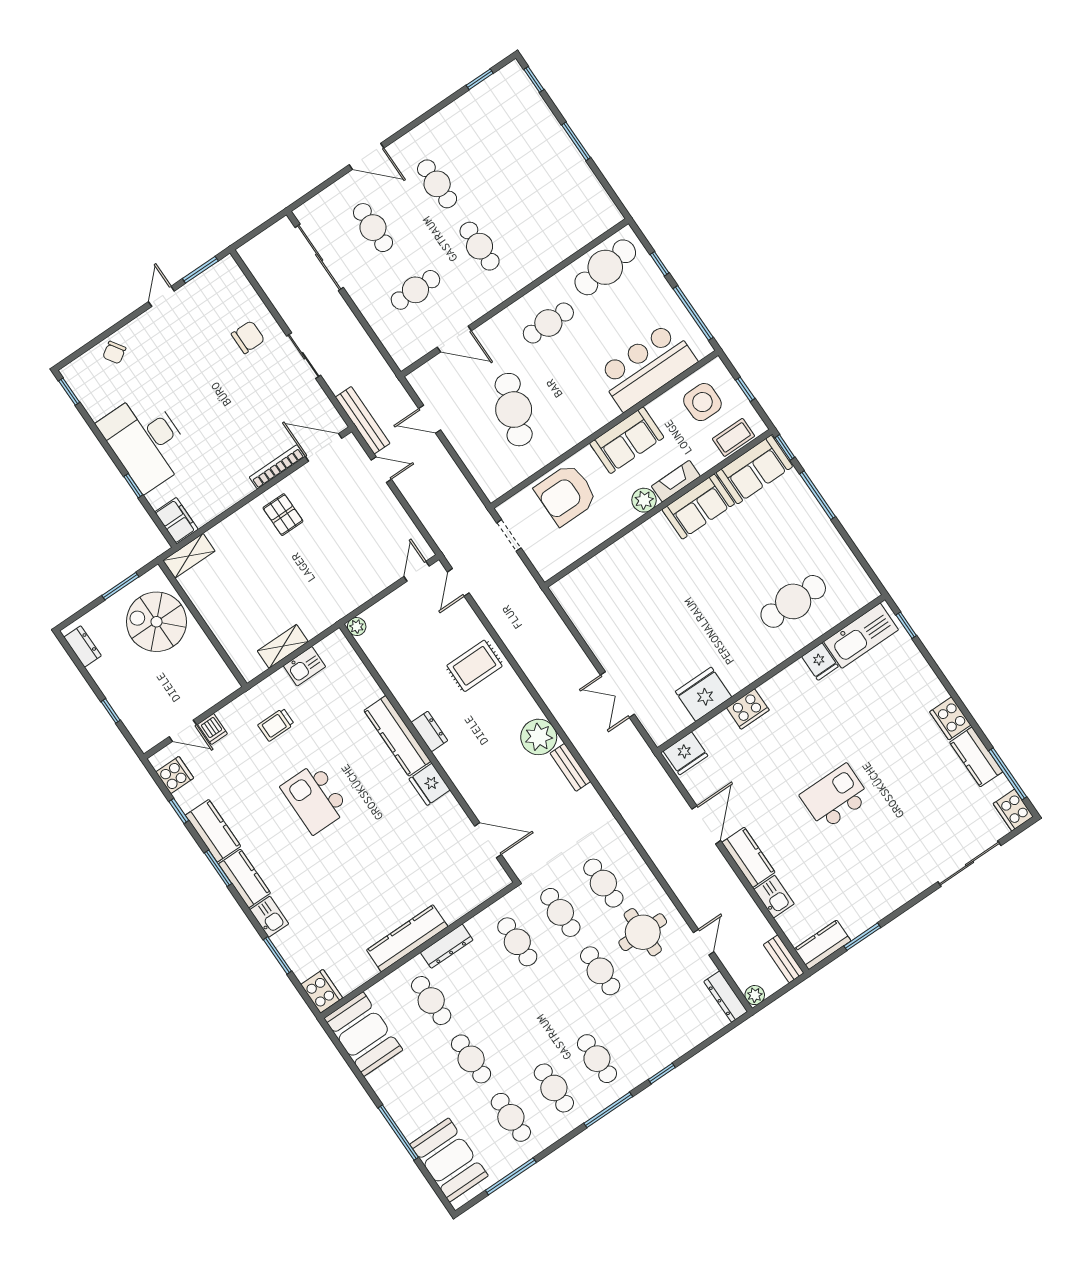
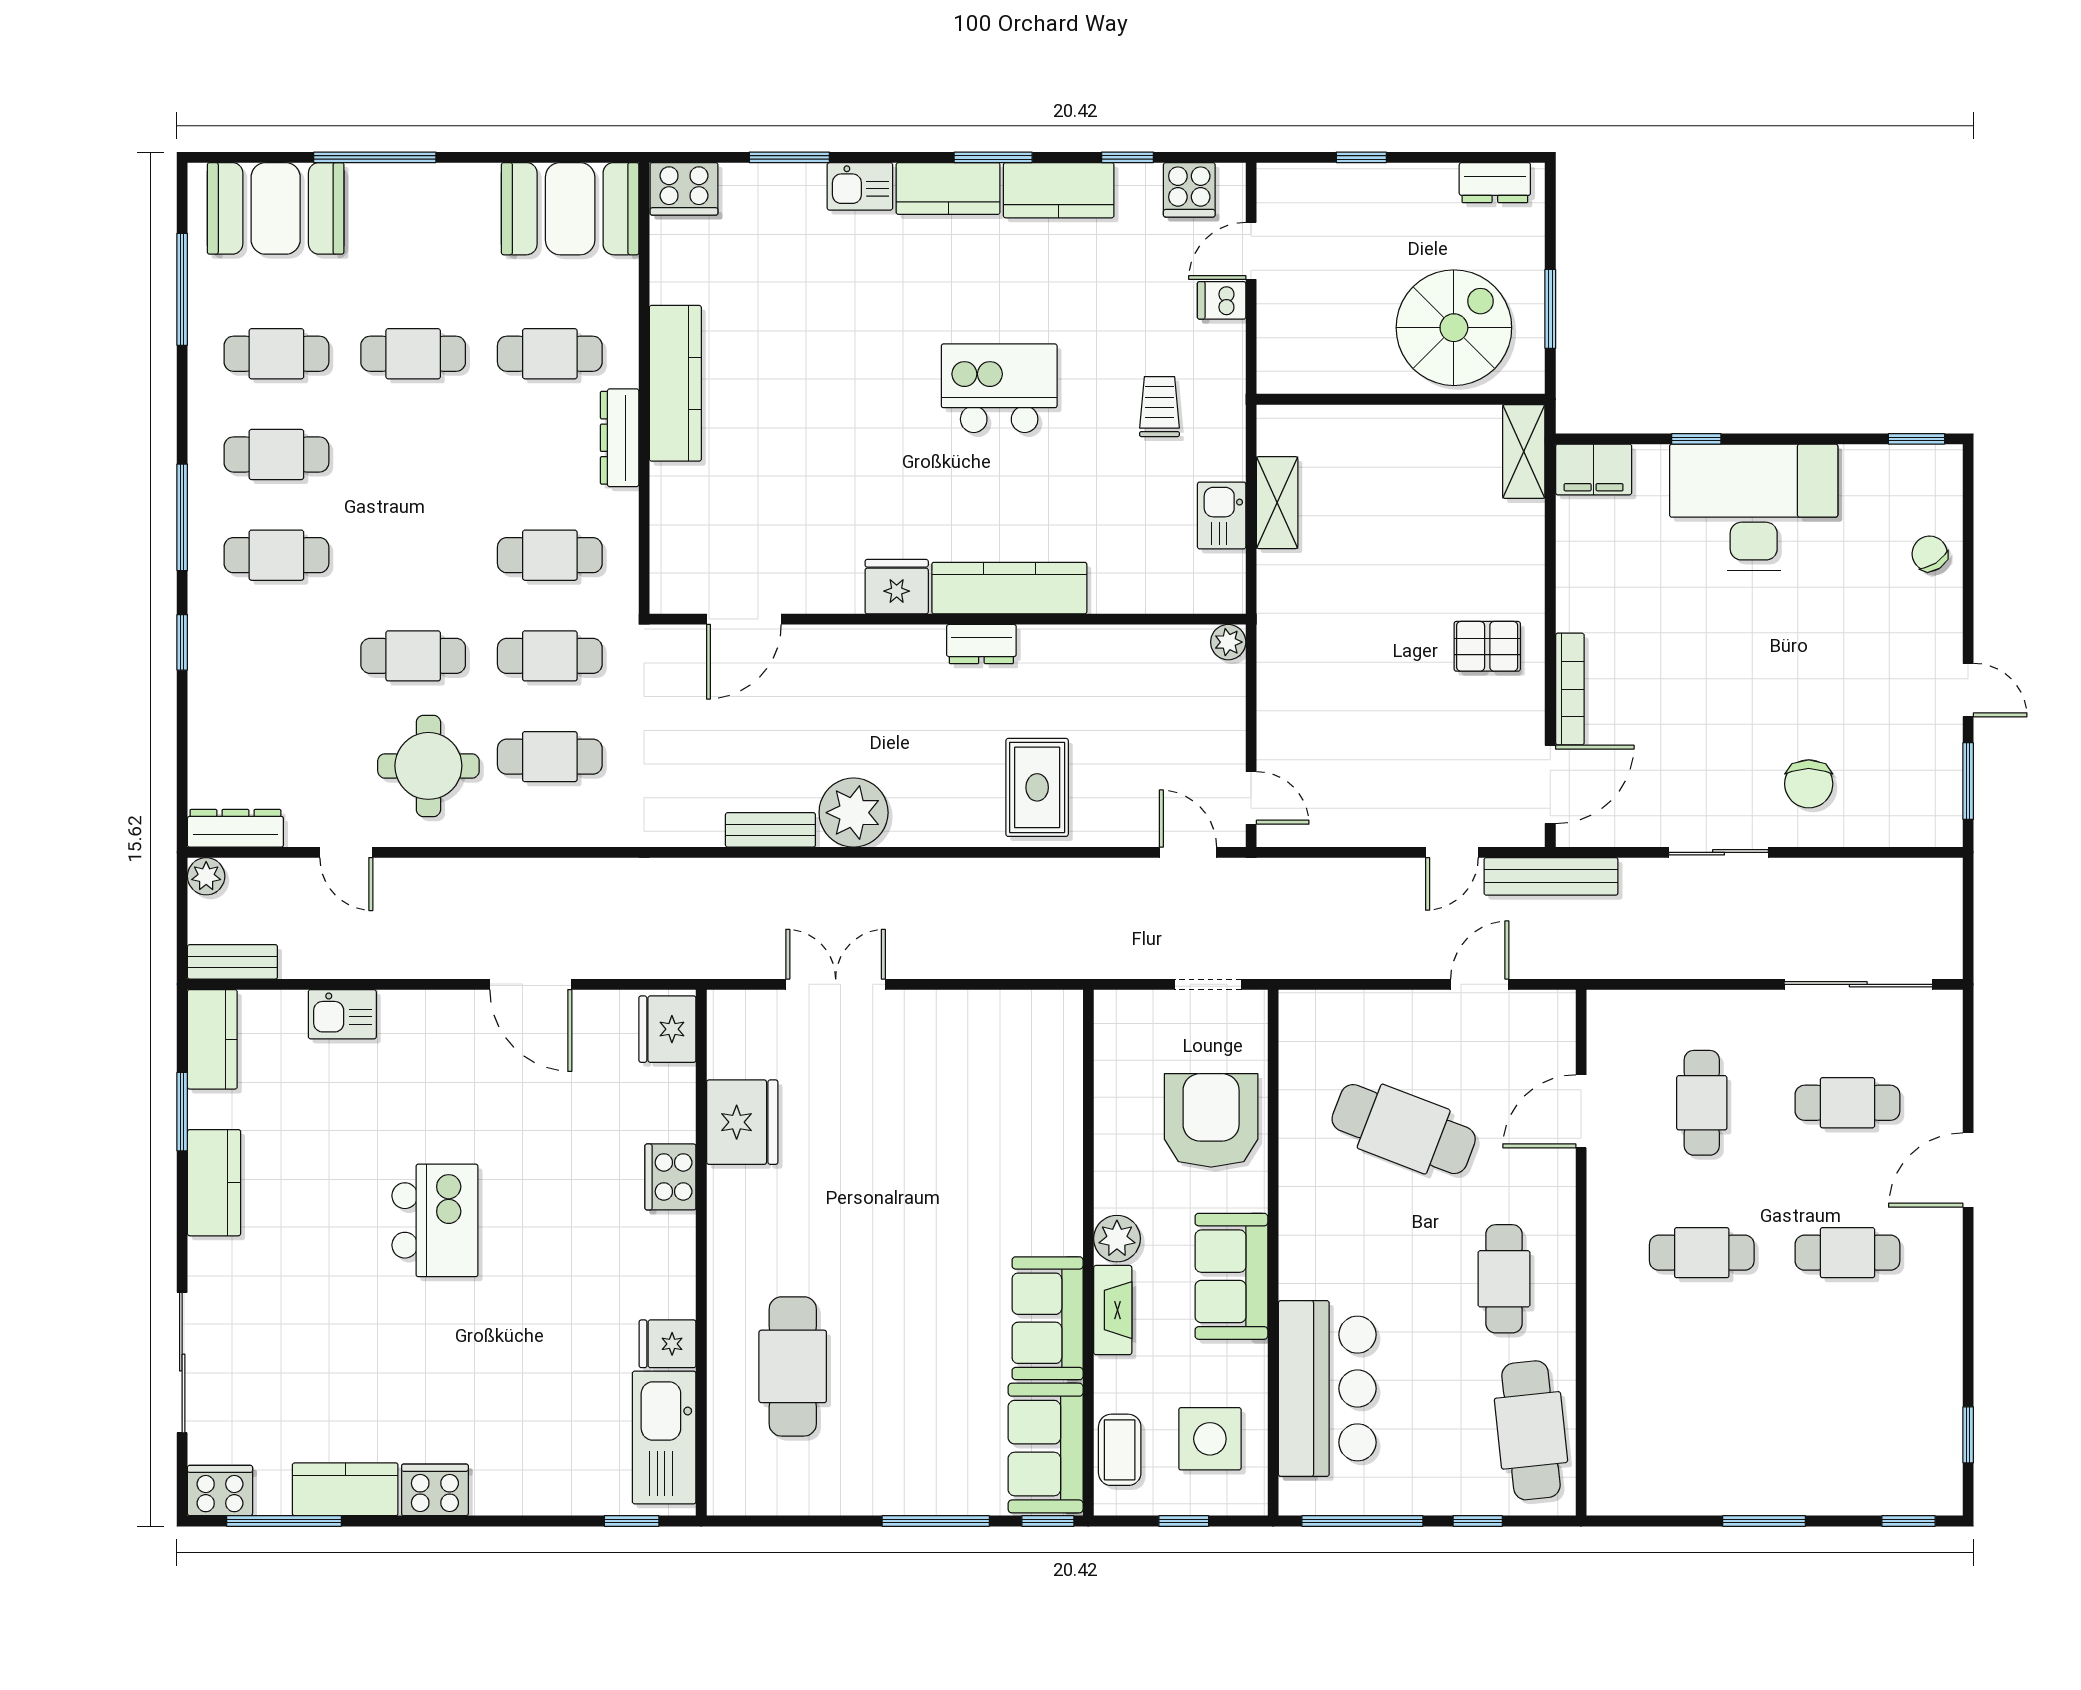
kitchen counter: (748, 857) -> (214, 1183), moved, turned -90

